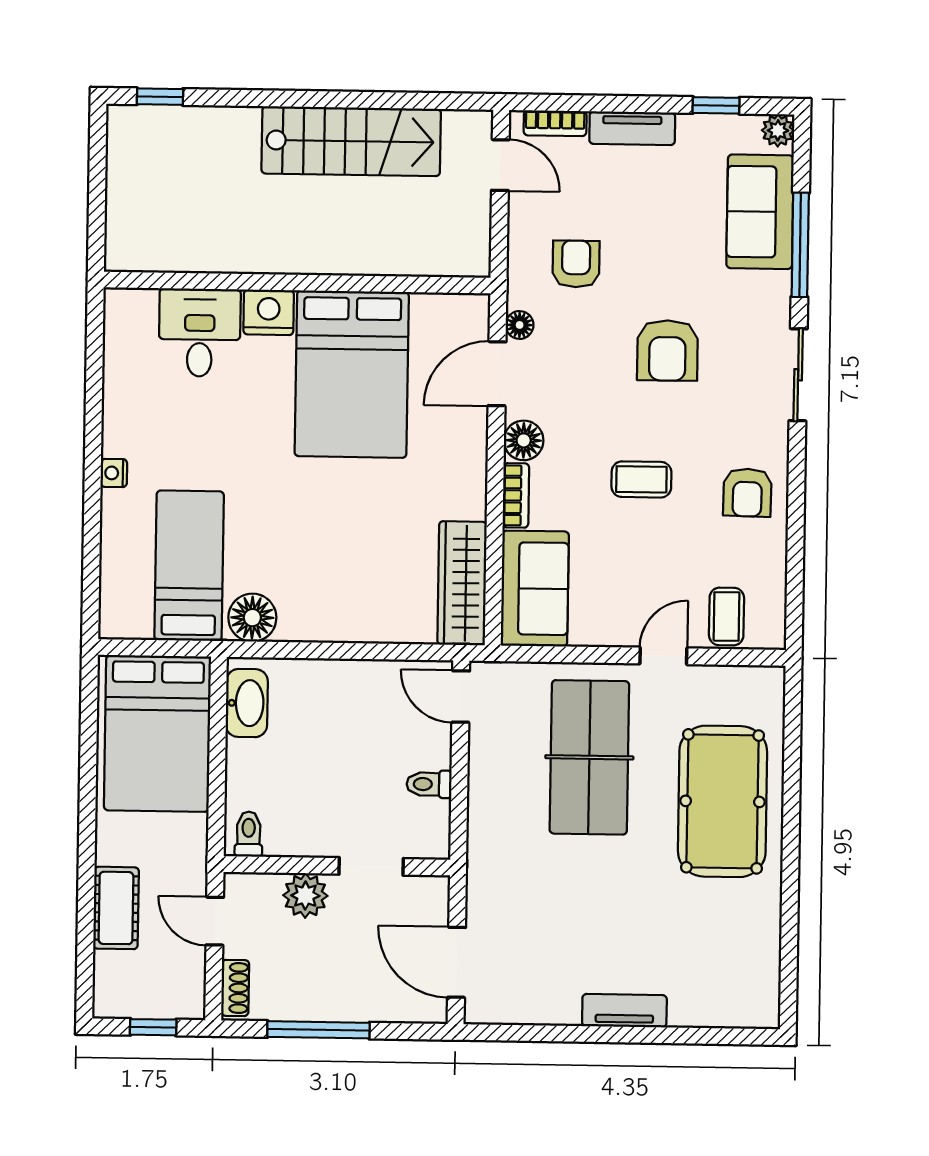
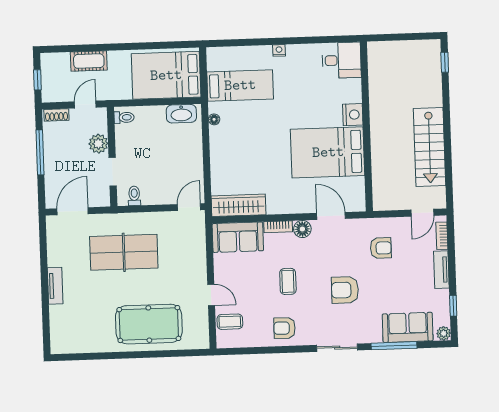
floor lamp: (520, 325) -> (353, 225), removed
desk: (200, 333) -> (341, 60), moved
floor lamp: (252, 618) -> (214, 119), width x0.53, depth x0.53
table tennis table: (589, 757) -> (124, 252), moved
toilet: (429, 784) -> (134, 196), moved

